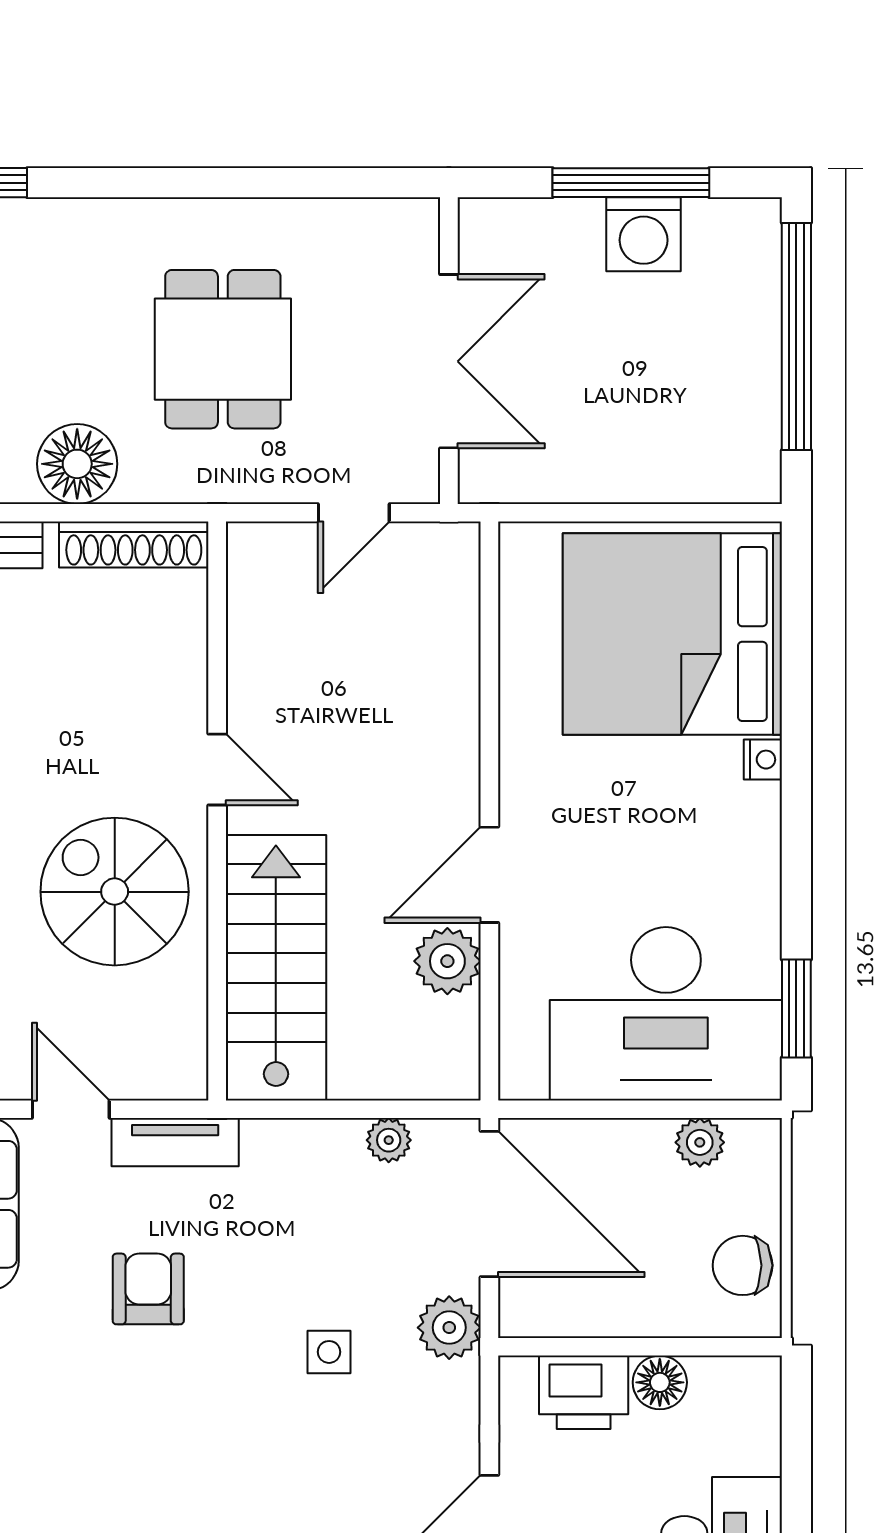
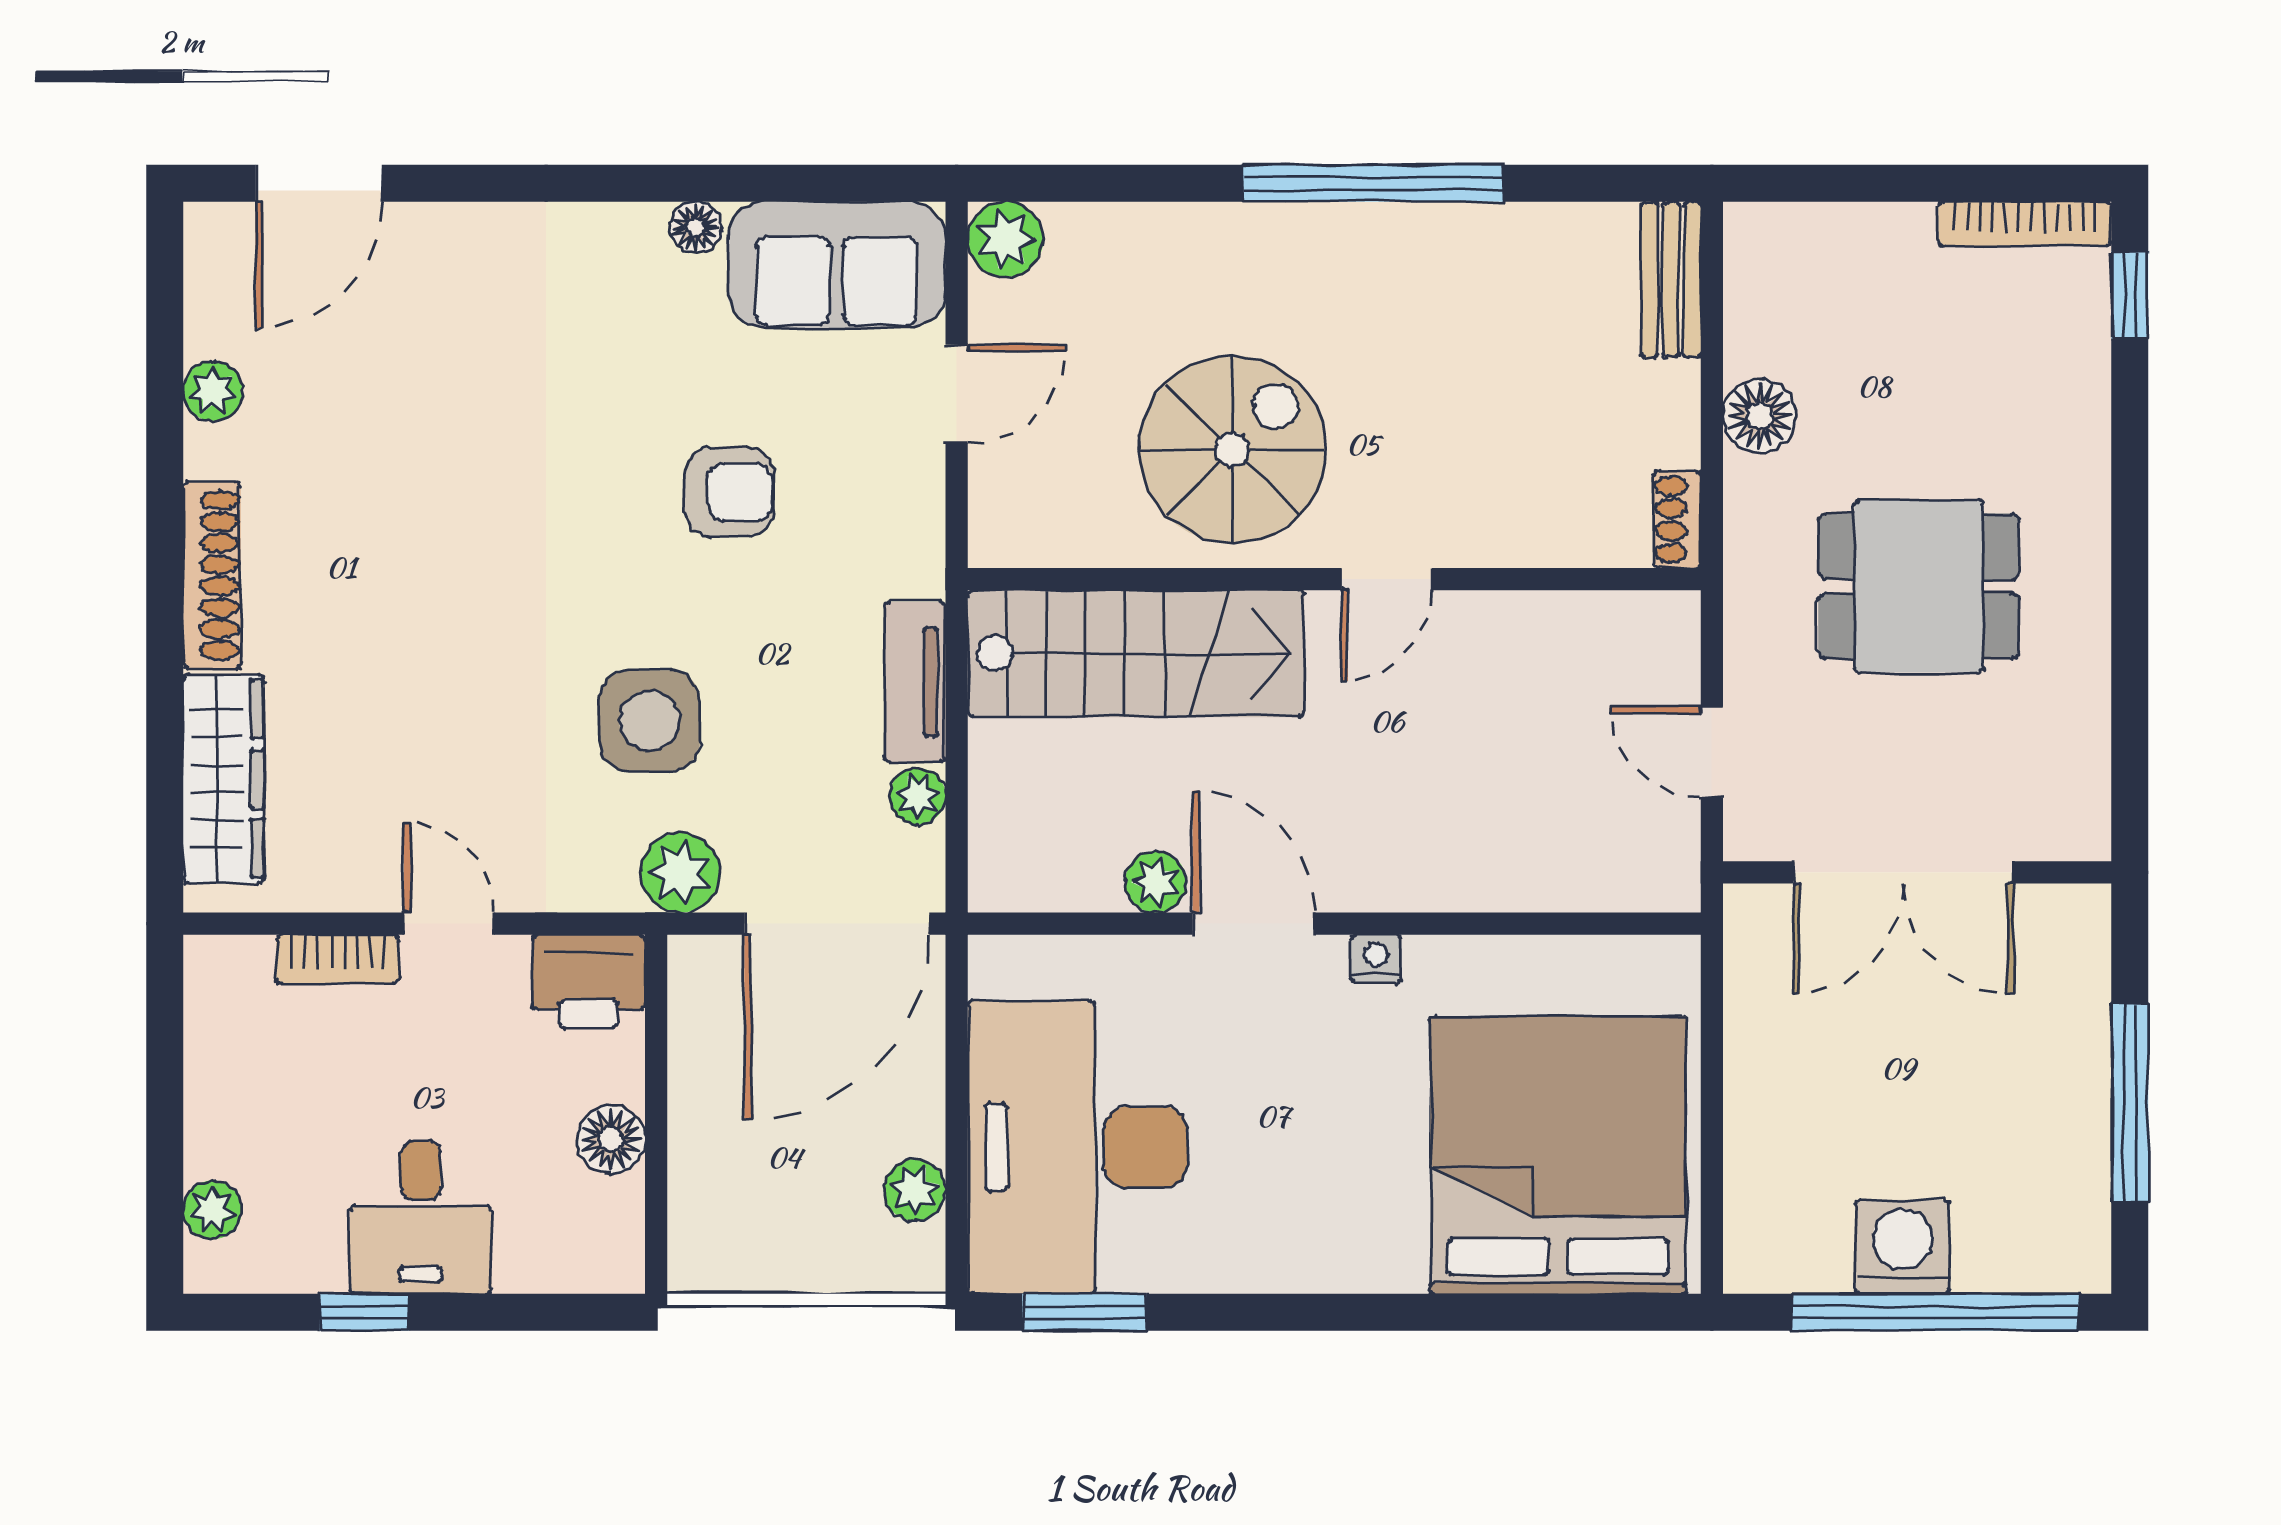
washing machine: (644, 234) -> (1903, 1247), moved, turned 90
floor lamp: (77, 464) -> (1760, 416), width x0.73, depth x0.73
shoe rack: (134, 544) -> (1677, 519), width x0.51, depth x0.81
nightstand: (763, 760) -> (1376, 959), moved, turned 180
plant: (447, 961) -> (1156, 882), width x0.73, depth x0.73
tv unit: (175, 1142) -> (915, 682), moved
chair: (743, 1265) -> (759, 1244), removed
side table: (329, 1352) -> (649, 721), width x1.87, depth x1.87
printer: (584, 1392) -> (589, 981), moved, turned -90

